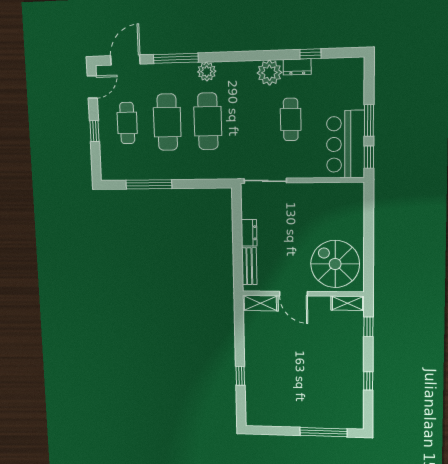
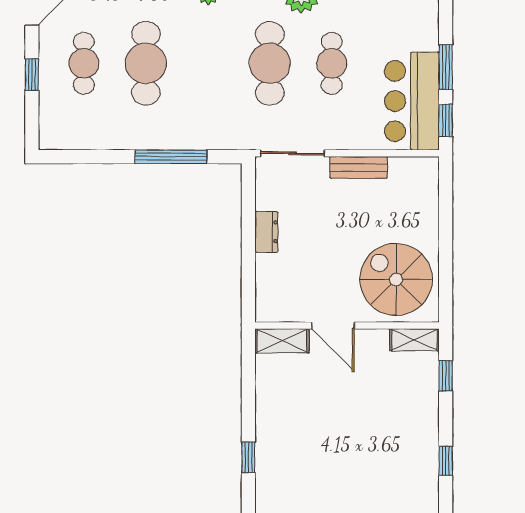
cafe table: (208, 121) -> (270, 63), moved
window: (149, 184) -> (171, 157), moved
bench: (249, 266) -> (359, 167), moved, turned 90

